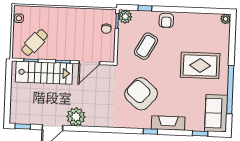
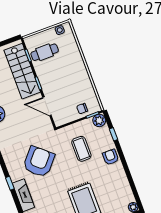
armchair: (166, 20) -> (111, 157), turned 90
cafe table: (35, 43) -> (45, 52), turned -42
coffee table: (146, 46) -> (81, 149), turned 61

